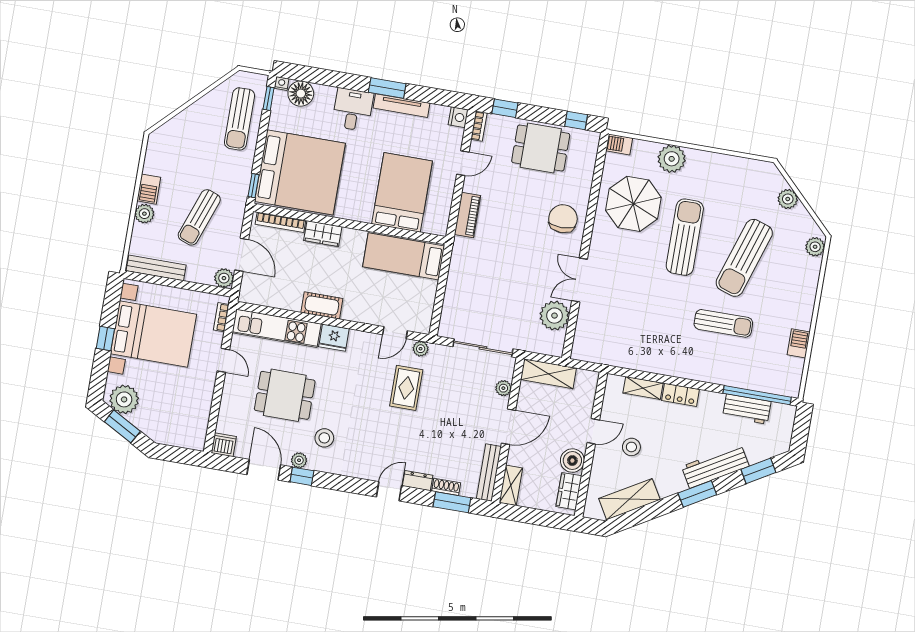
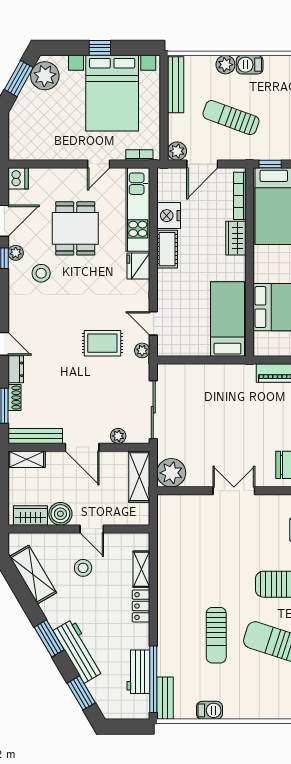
nightstand: (288, 298) -> (169, 216), added
plant: (554, 316) -> (171, 473), moved
bench: (778, 387) -> (165, 698), added

